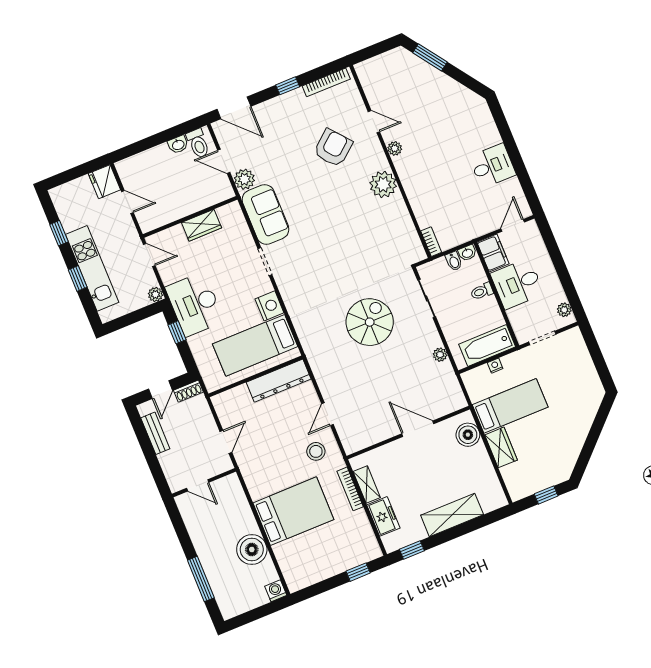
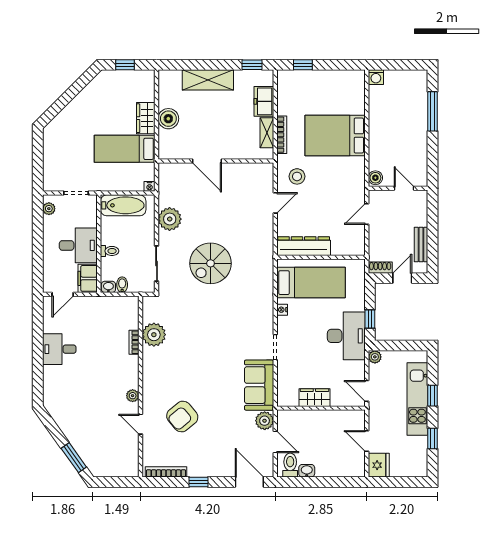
plant: (383, 184) -> (154, 335), moved
bookcase: (431, 242) -> (134, 342), moved
nightstand: (269, 306) -> (282, 310), width x0.53, depth x0.56
plant: (440, 355) -> (170, 219), width x1.88, depth x1.88
nightstand: (495, 366) -> (150, 186), moved
boiler: (468, 435) -> (168, 119), moved
boiler: (252, 549) -> (375, 178), moved, width x0.54, depth x0.54

